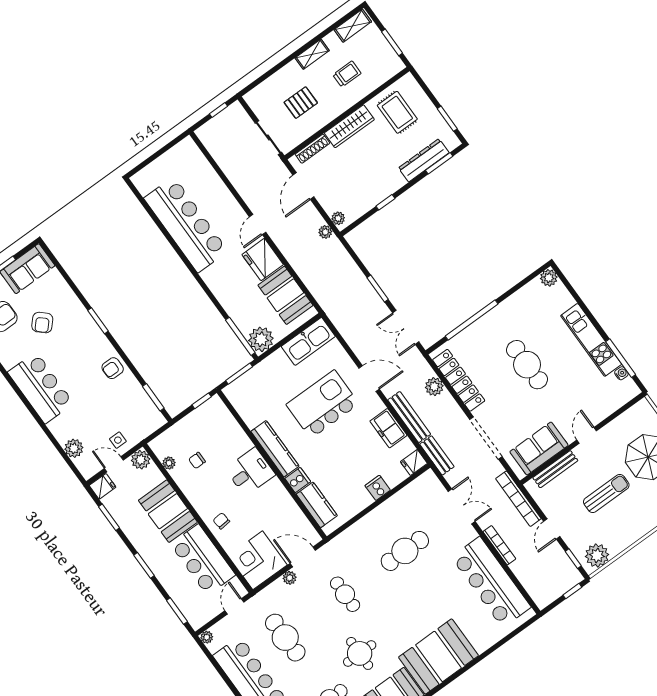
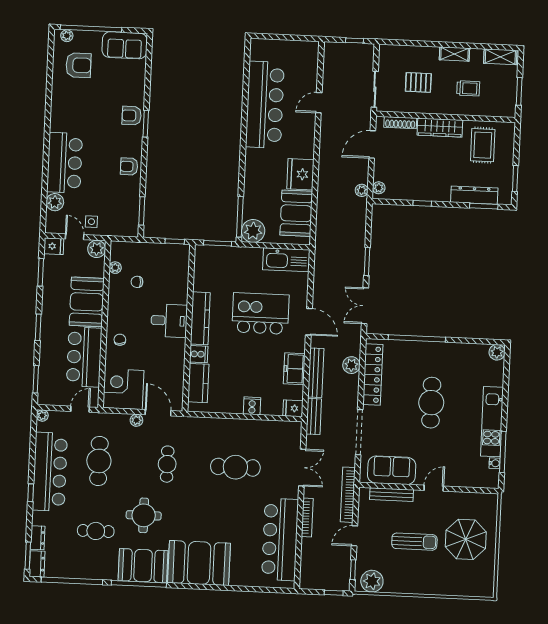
door: (258, 225) -> (319, 103), moved
armchair: (42, 323) -> (132, 116), moved, turned 47
bar counter: (41, 388) -> (65, 163), moved

